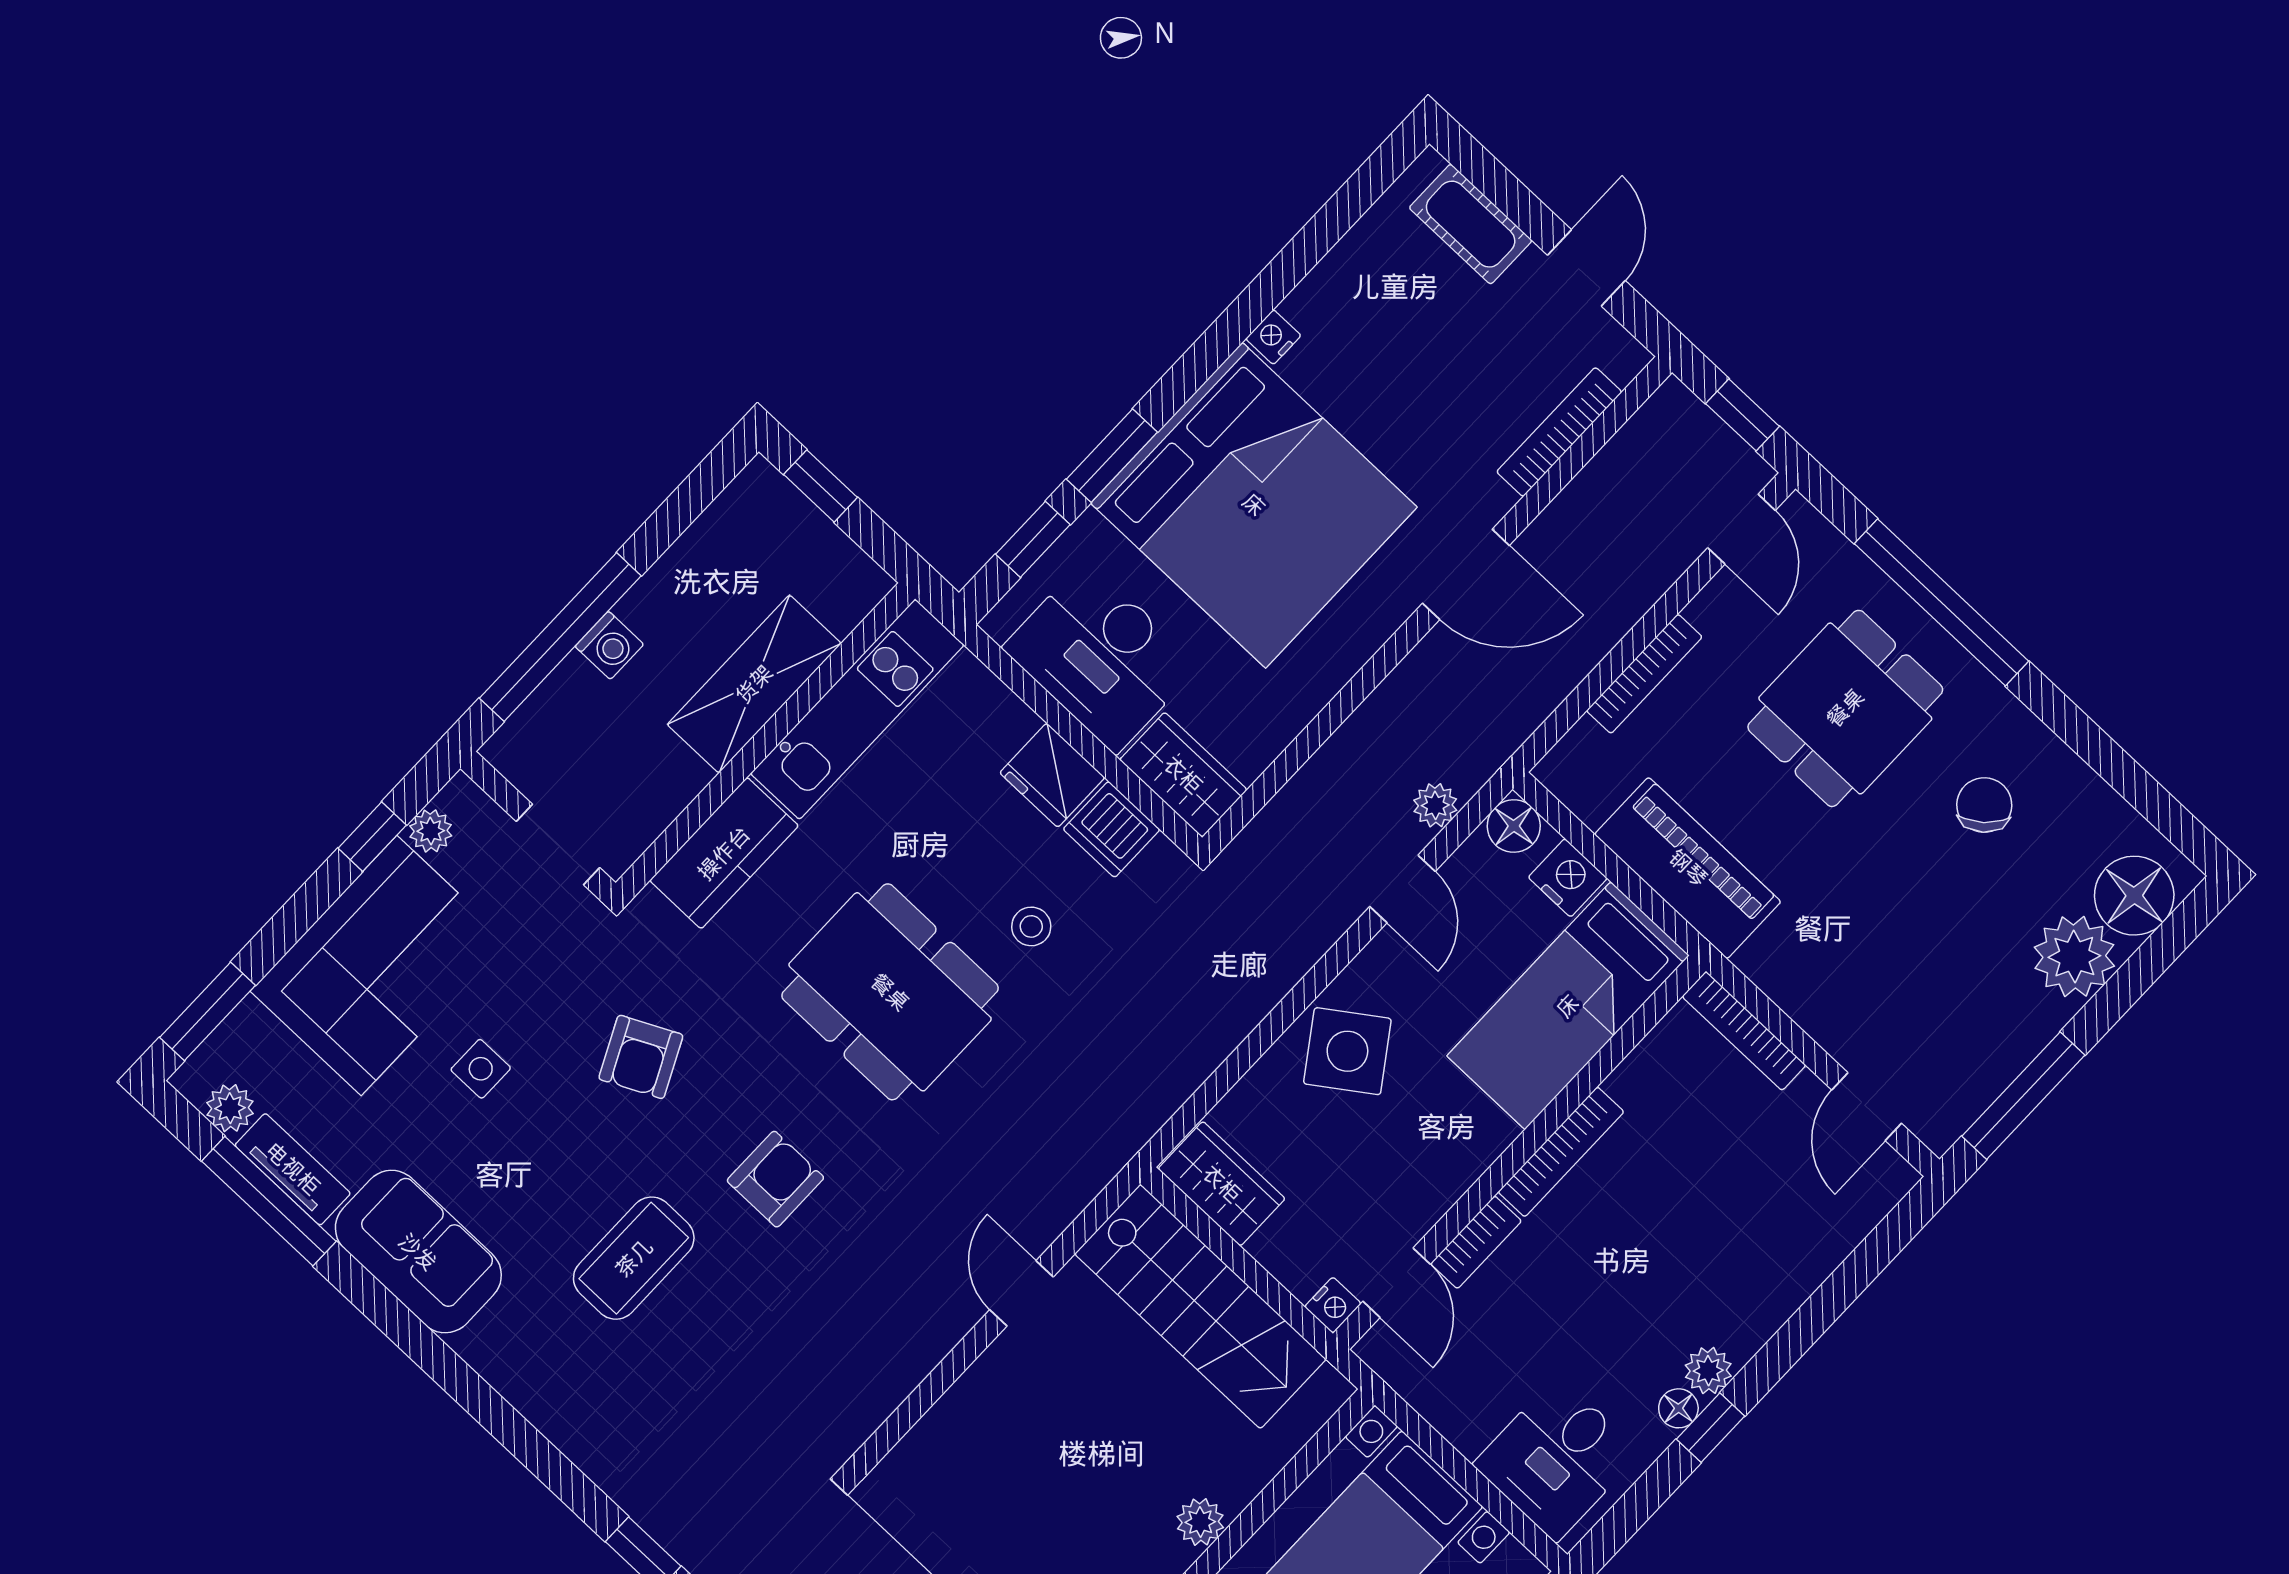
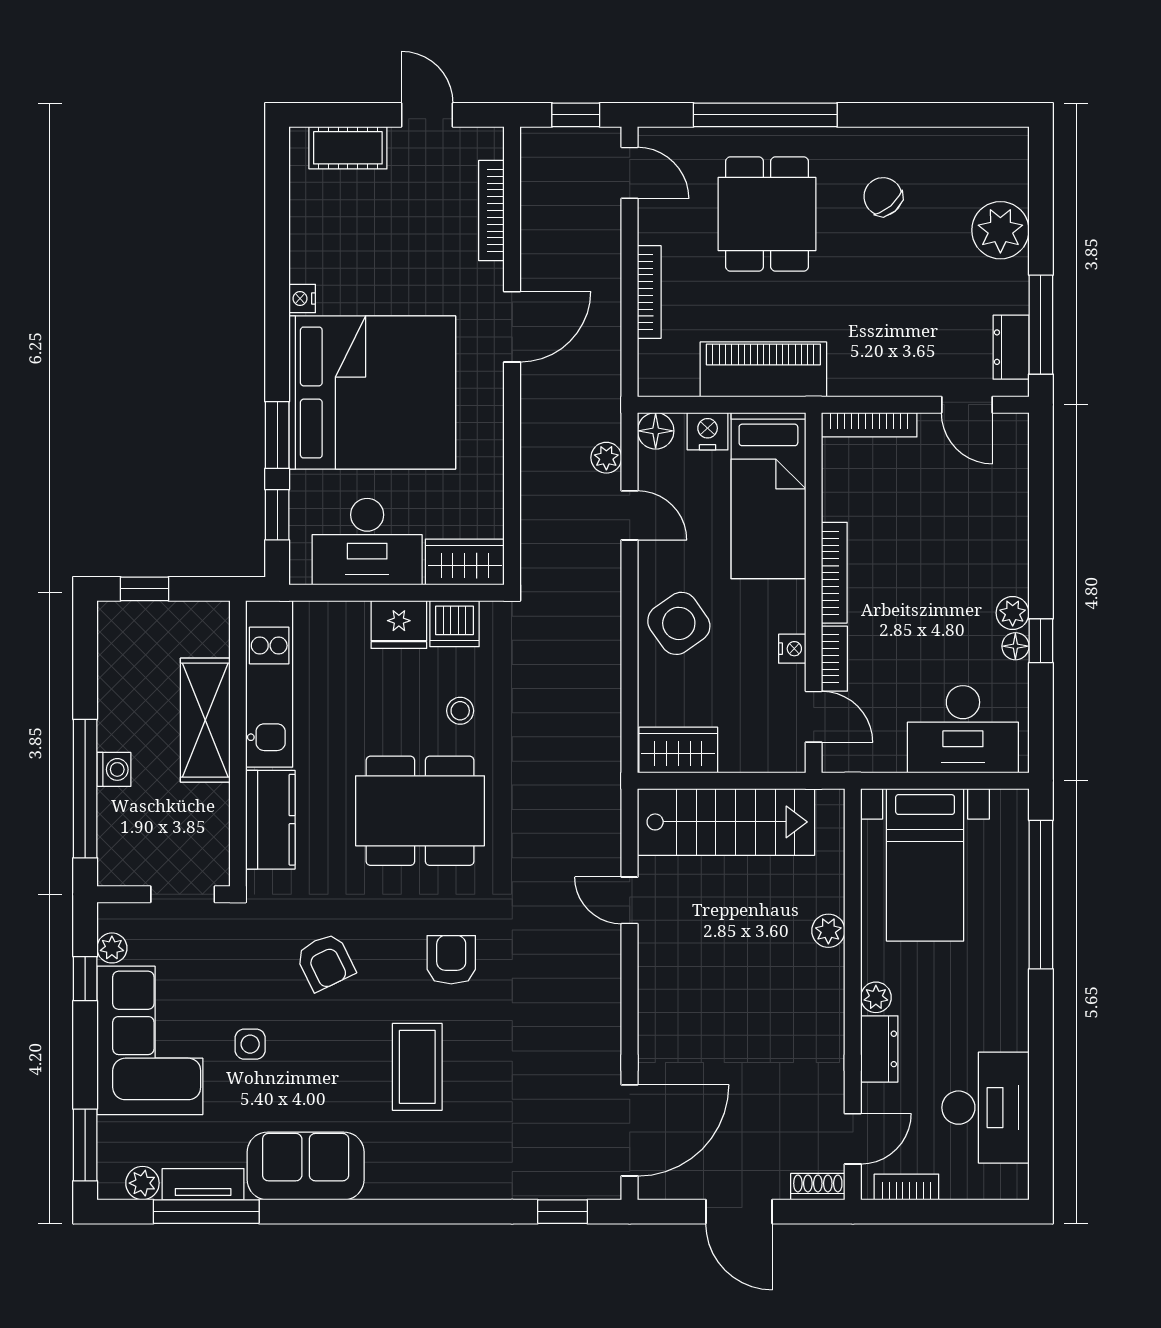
floor lamp: (2134, 896) -> (1002, 171), removed
dresser: (1970, 1090) -> (1011, 347), added
nightstand: (1333, 1305) -> (792, 649), moved
desk: (1557, 1458) -> (963, 729), width x1.37

